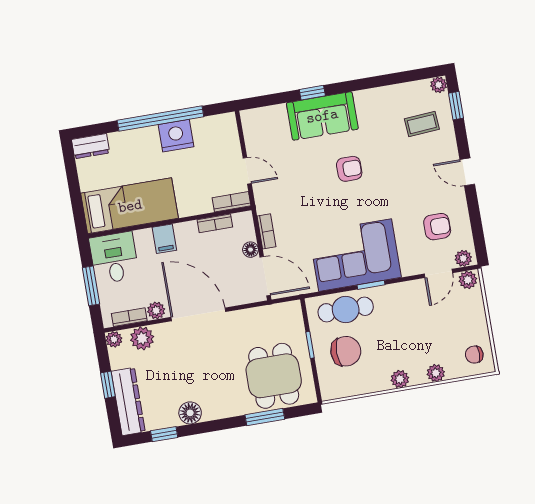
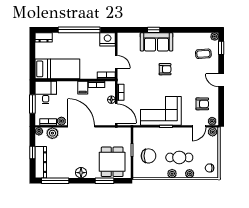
nightstand: (176, 136) -> (108, 39), moved
filing cabinet: (164, 239) -> (83, 88), moved
cafe table: (346, 310) -> (179, 157), moved
floor lamp: (190, 413) -> (81, 173), moved
window: (164, 434) -> (55, 181), width x2.17

